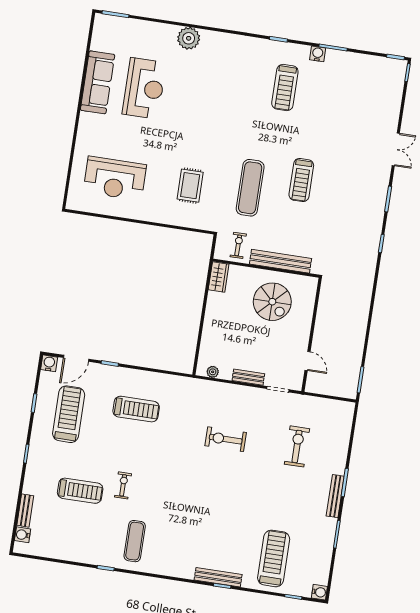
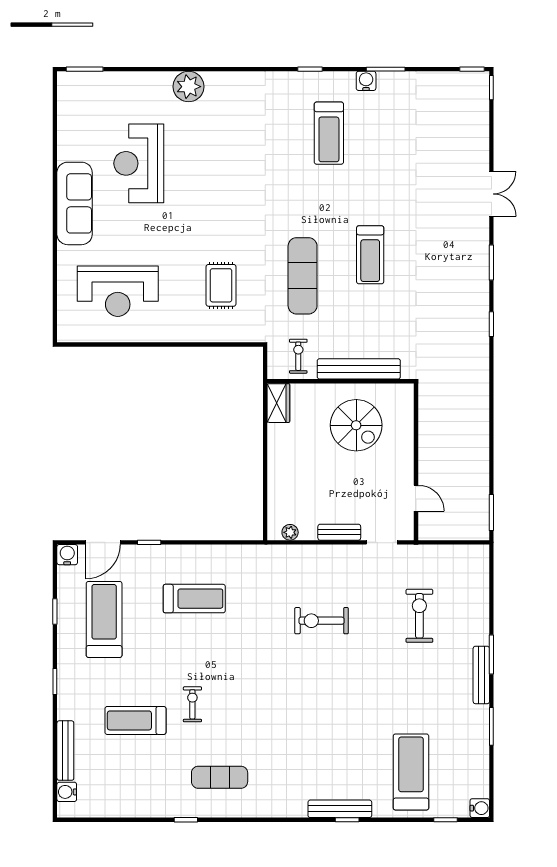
sofa: (98, 82) -> (75, 203), moved
reception desk: (144, 88) -> (139, 163), turned 180
treadmill: (80, 491) -> (135, 720), turned 180
bench: (25, 511) -> (65, 751), width x1.36
exercise mat: (135, 541) -> (220, 777), turned 90

